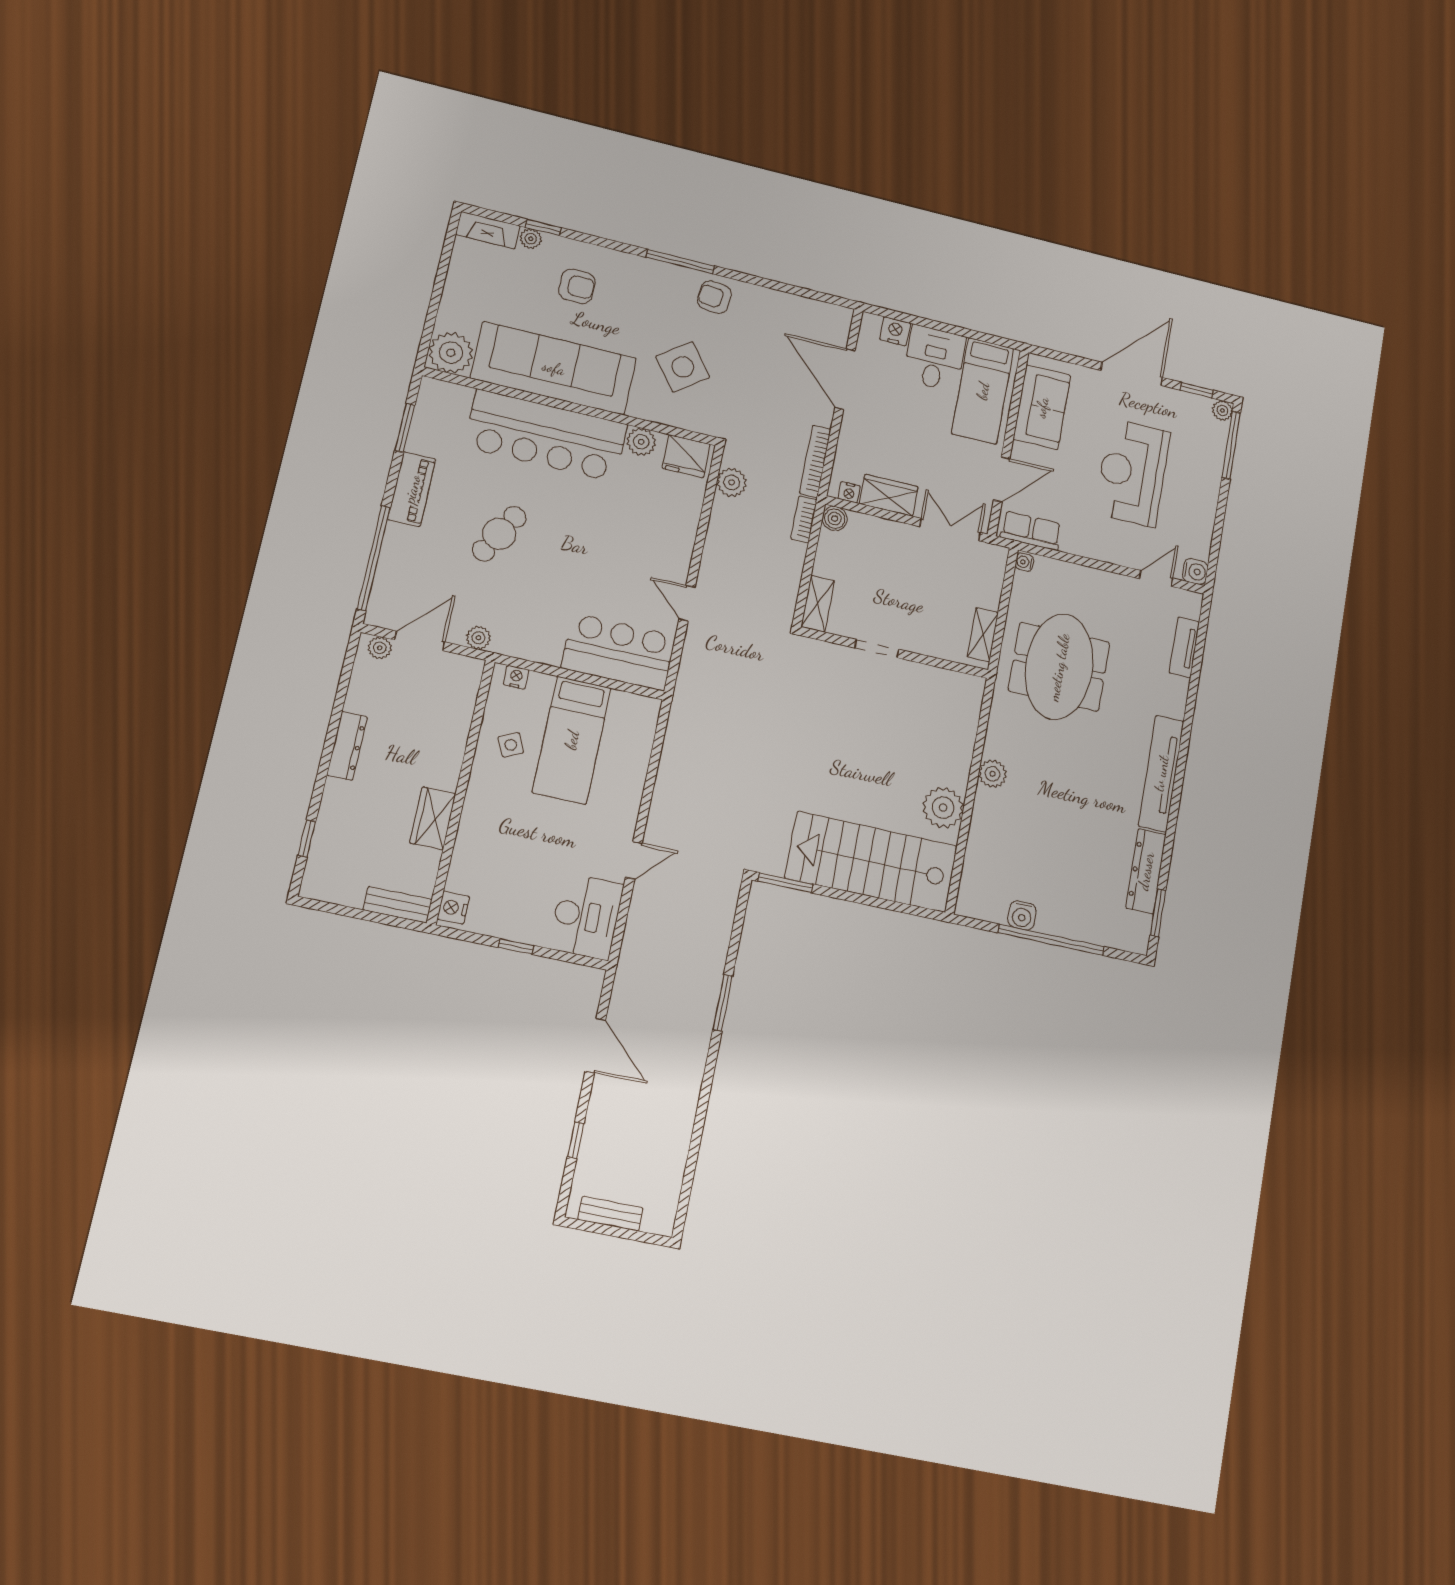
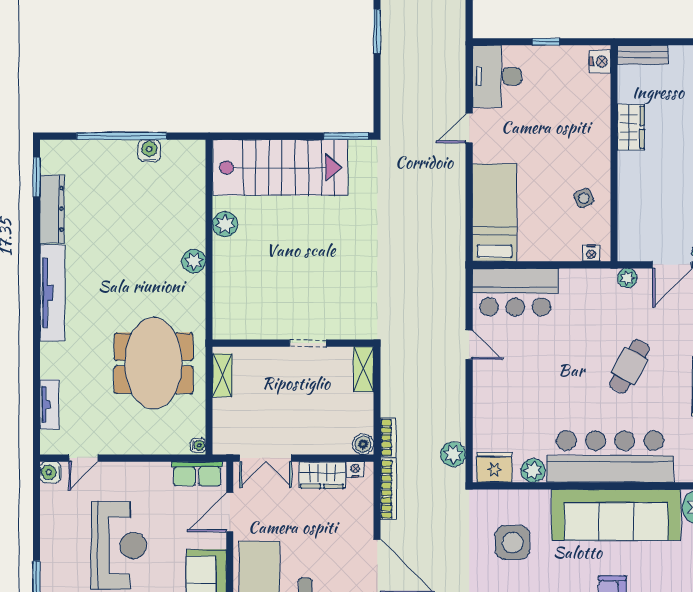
side table: (683, 367) -> (512, 543), turned 37
bed: (572, 740) -> (494, 213), moved
plant: (943, 808) -> (225, 224), width x0.73, depth x0.73

